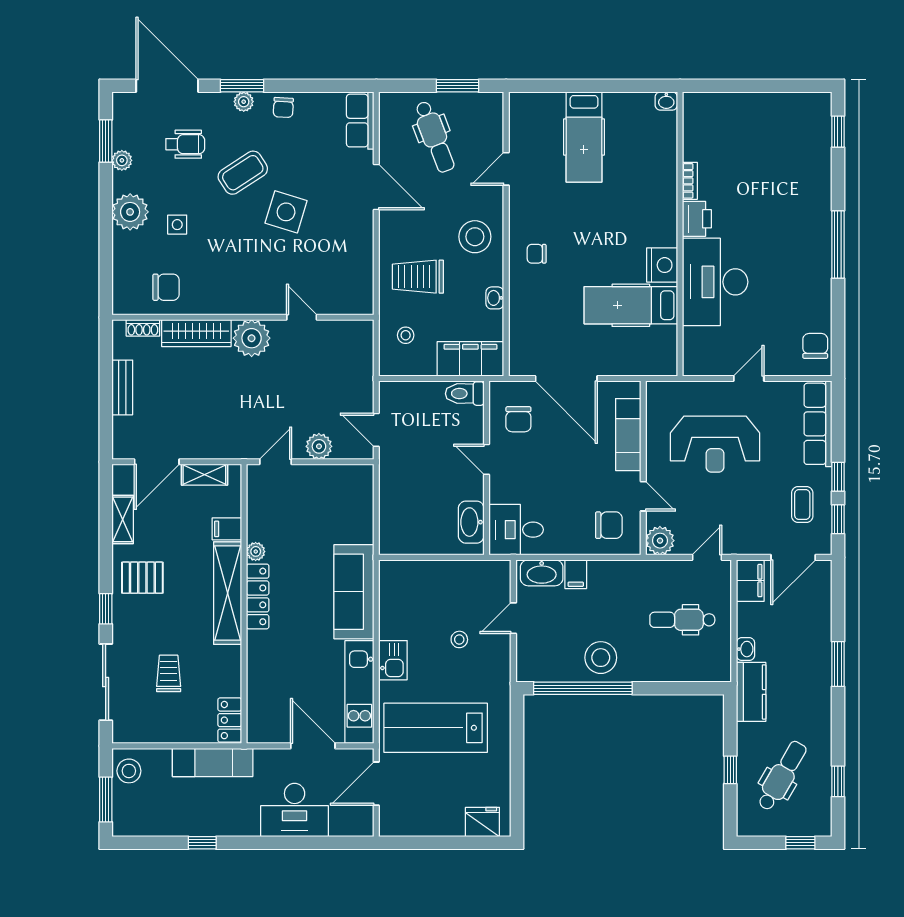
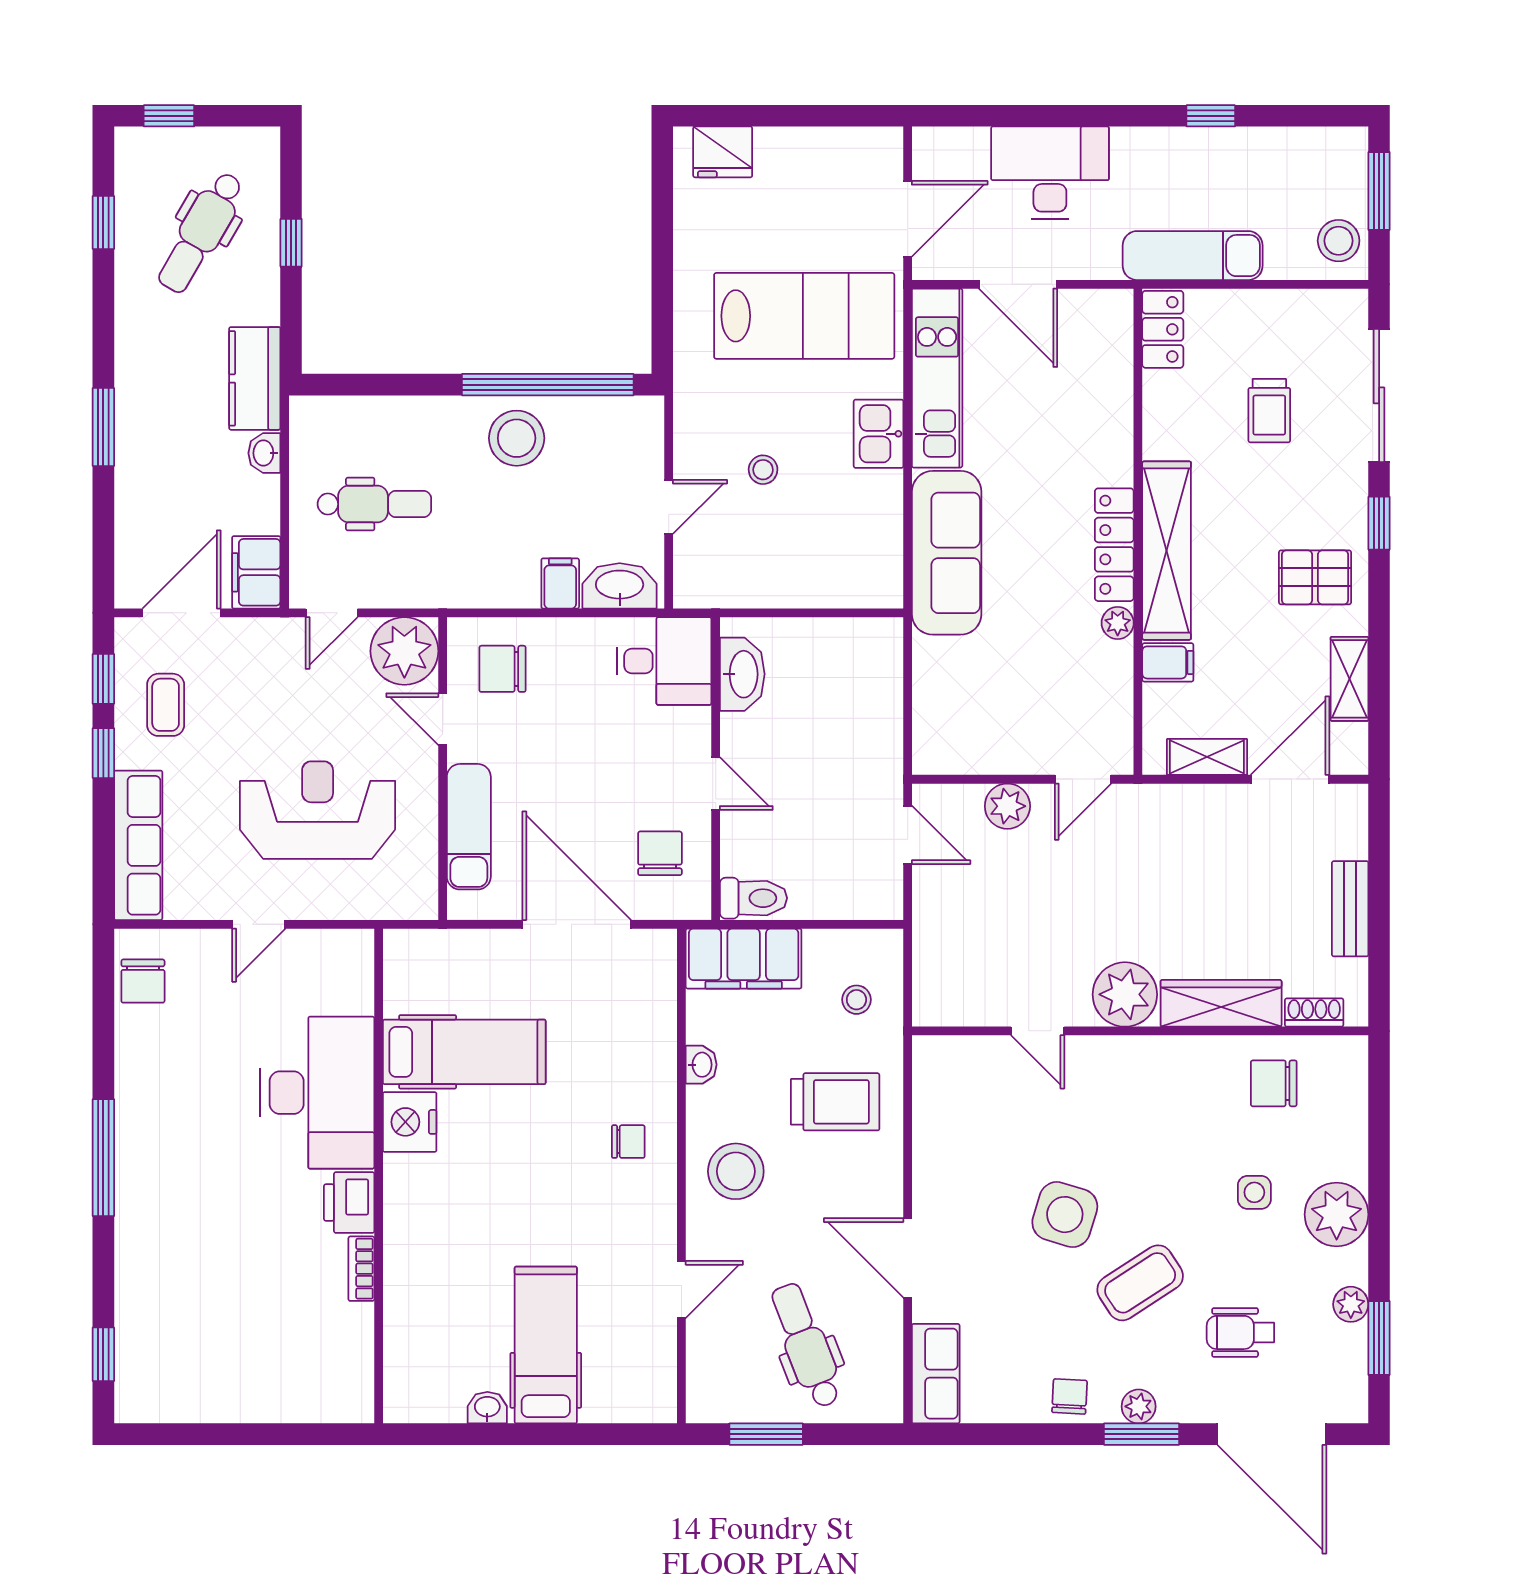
washbasin: (666, 101) -> (487, 1408), moved
plant: (660, 541) -> (404, 651), width x1.36, depth x1.36

